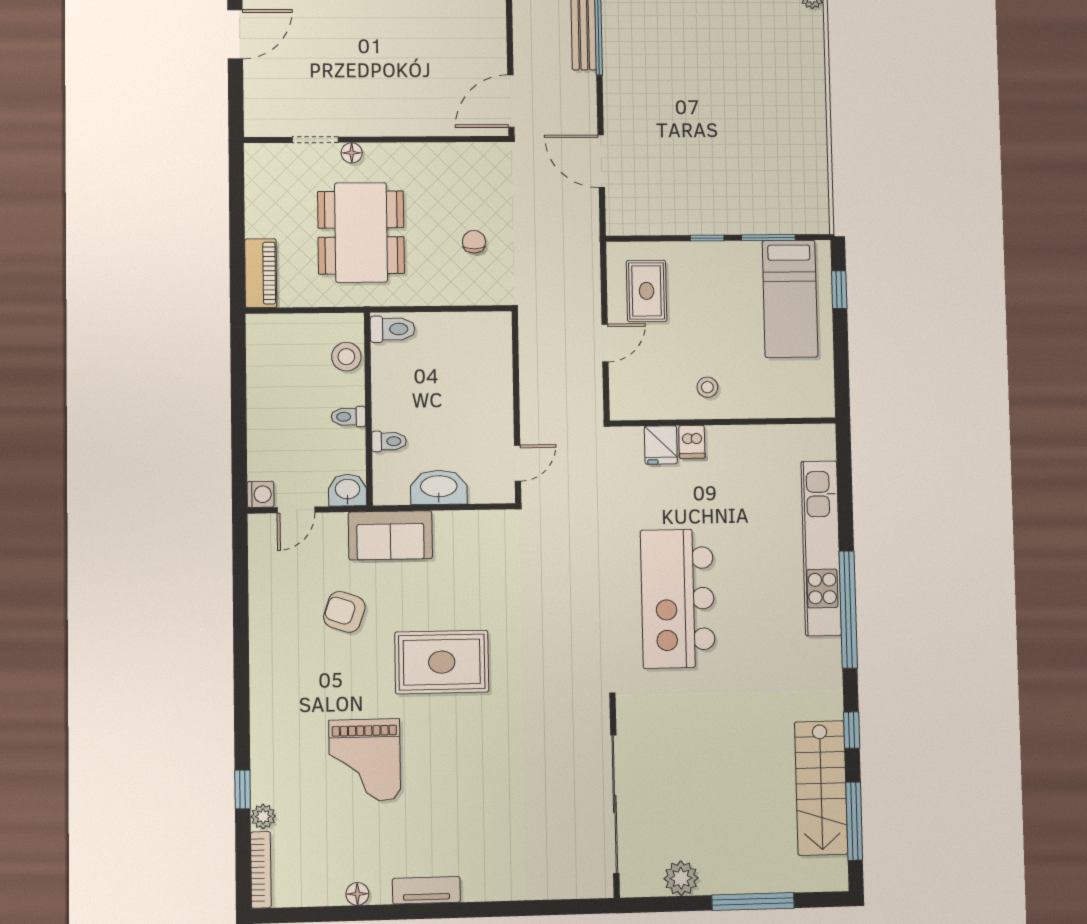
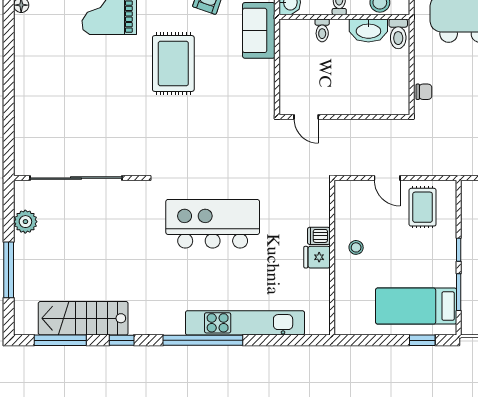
chair: (474, 242) -> (424, 92), moved
rug: (647, 291) -> (423, 207), turned 90
fridge: (661, 445) -> (317, 257), moved
washbasin: (439, 487) -> (368, 30), moved, turned 90
tv unit: (426, 890) -> (22, 51), removed

